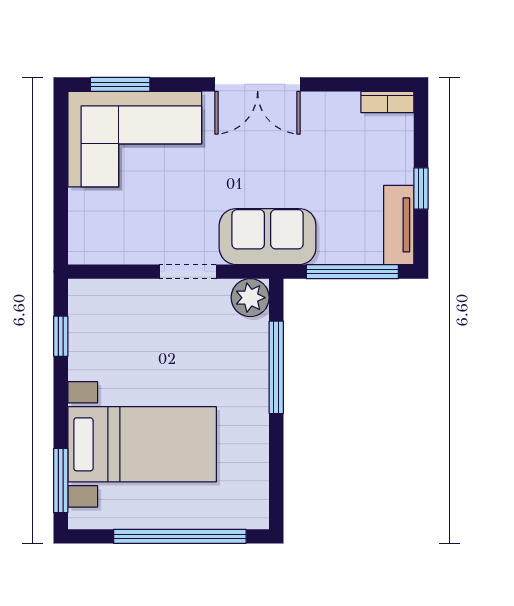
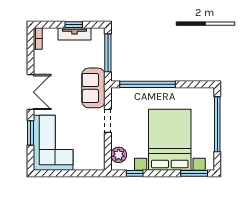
window: (120, 84) -> (31, 133), moved
tv unit: (399, 225) -> (75, 34), moved
plant: (250, 298) -> (119, 155), moved
window: (276, 367) -> (147, 84), width x1.46
bed with nightstands: (142, 444) -> (170, 140), width x1.36

